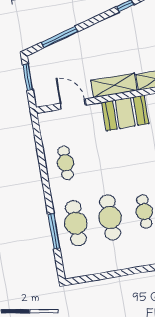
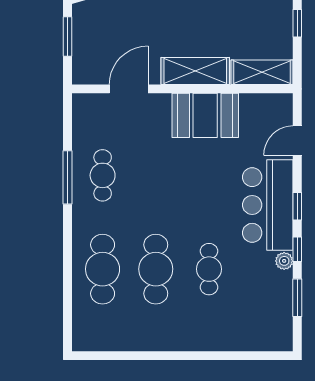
door: (73, 104) -> (129, 89), hinge flipped
window: (54, 231) -> (67, 177), moved

